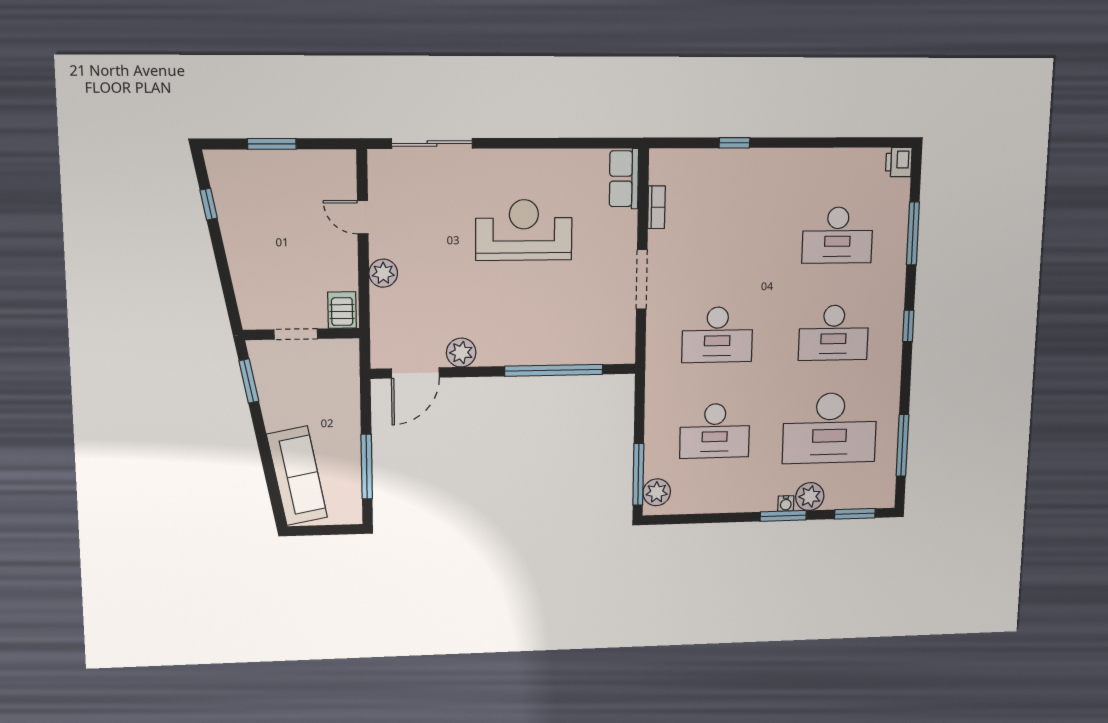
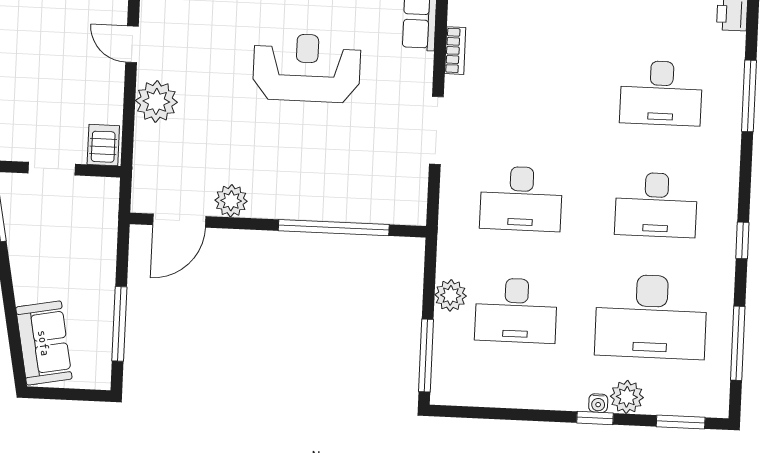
plant: (383, 273) -> (156, 101), width x1.36, depth x1.36
window: (908, 326) -> (742, 240), moved
sofa: (297, 476) -> (44, 343), width x0.73
plant: (657, 492) -> (451, 295), moved
window: (783, 516) -> (595, 418), width x0.67

